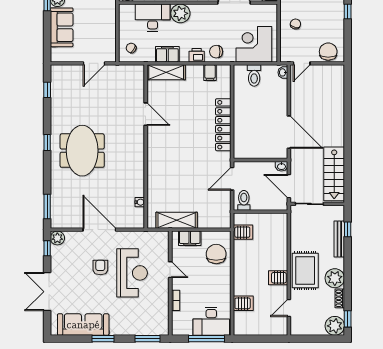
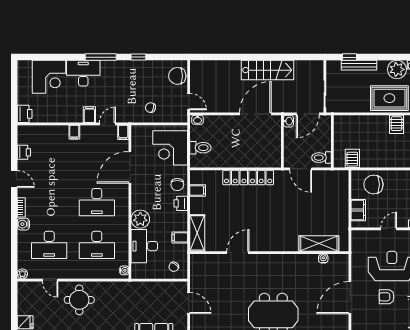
filing cabinet: (167, 54) -> (180, 237), width x0.50
stairs: (334, 174) -> (268, 70), moved
shelving: (177, 220) -> (319, 244), moved, turned 90

